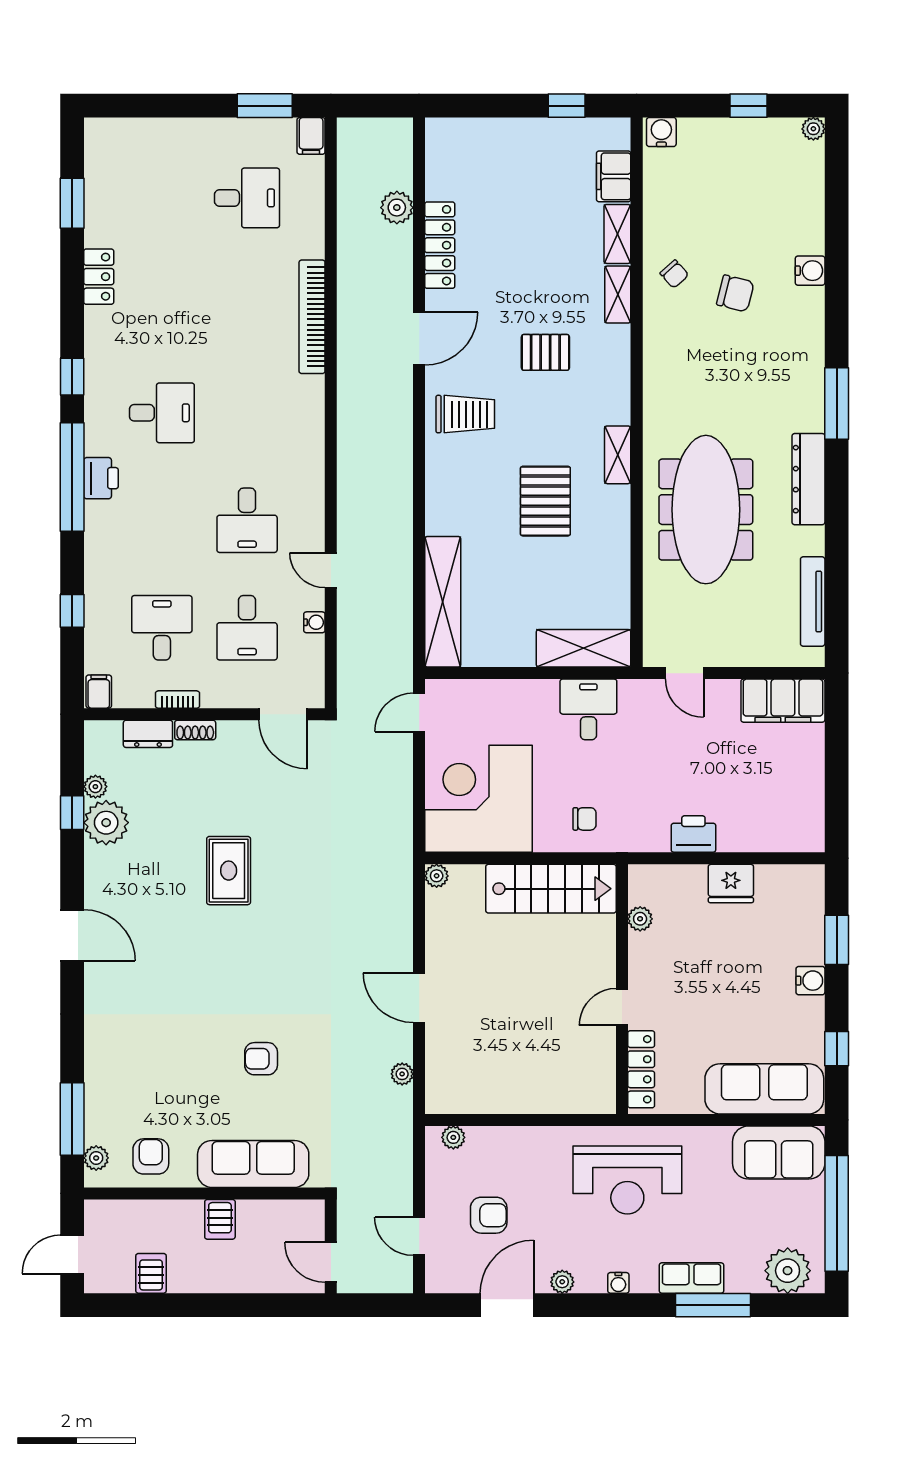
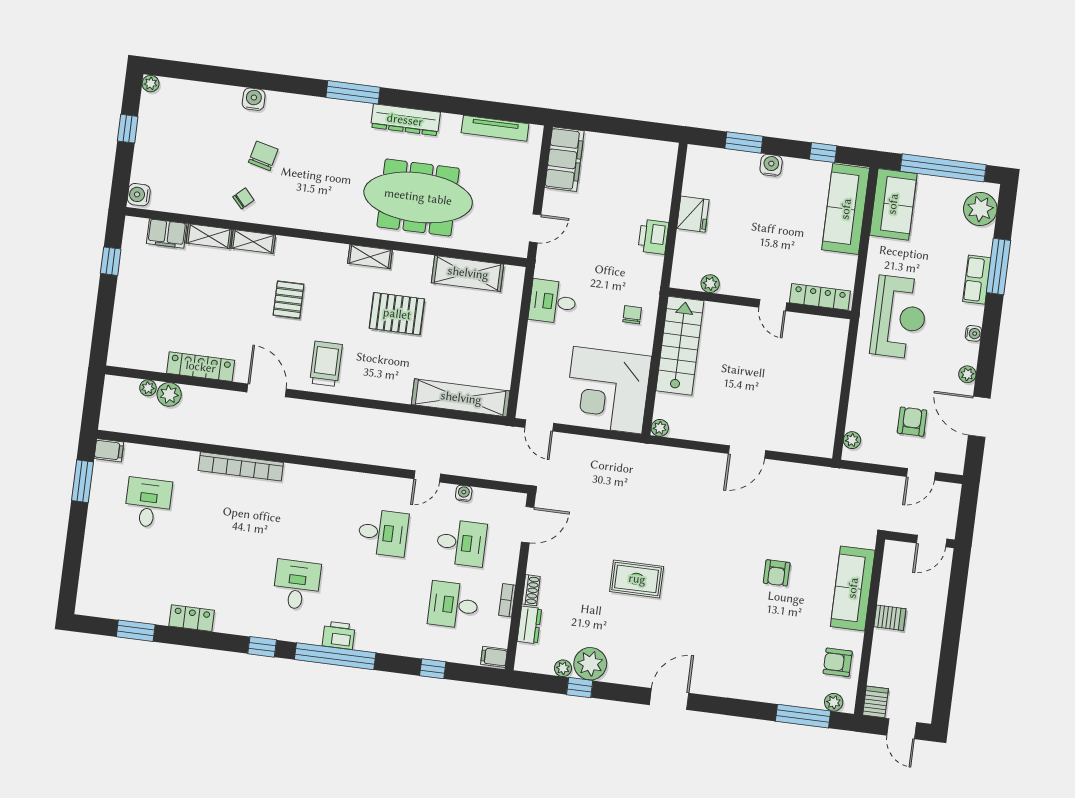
shelving: (584, 648) -> (468, 273), moved, turned 90
plant: (402, 1074) -> (148, 388), moved
server rack: (151, 1273) -> (875, 702), moved, turned 90

